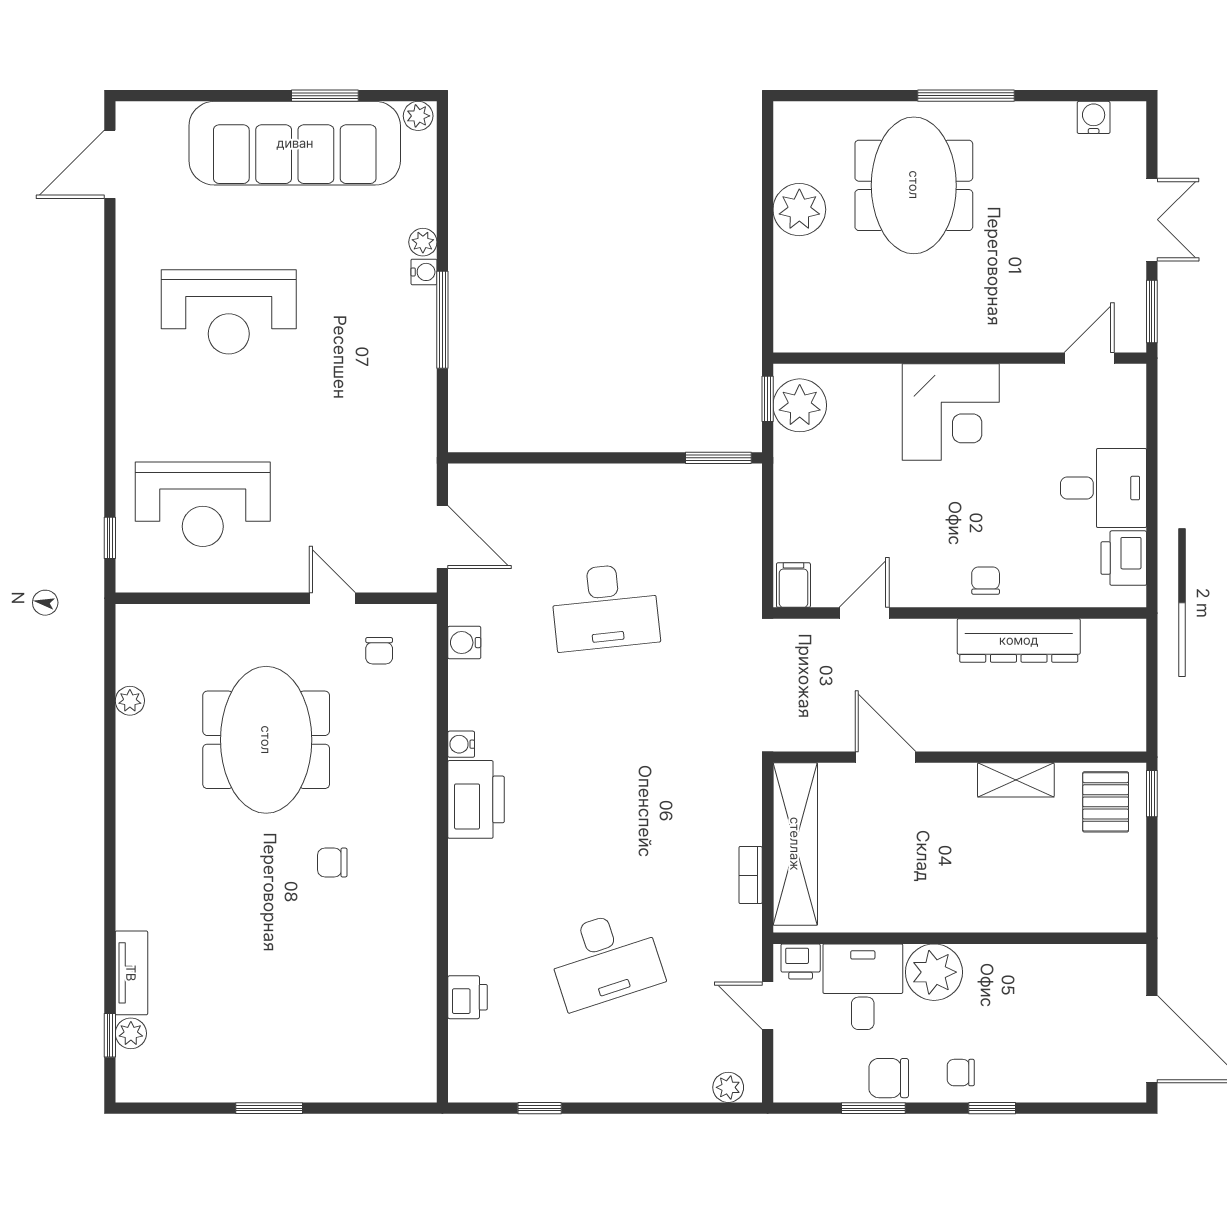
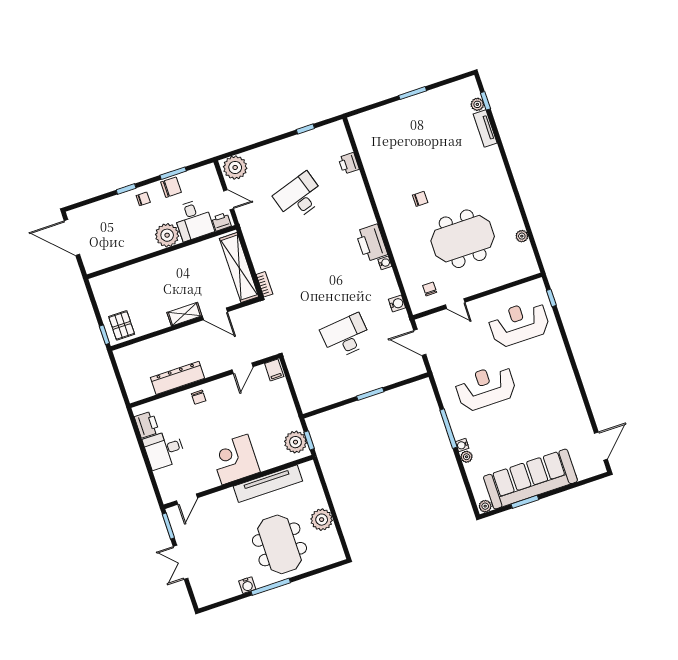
water cooler: (1094, 117) -> (247, 585), moved
reception desk: (229, 312) -> (486, 387), moved
tv unit: (894, 332) -> (268, 484), added
window: (718, 458) -> (370, 394), moved
meeting table: (266, 740) -> (463, 239), turned 90
shelving: (1016, 780) -> (184, 314), moved
bookcase: (751, 875) -> (264, 284), moved
plant: (728, 1087) -> (235, 167), width x1.87, depth x1.87

